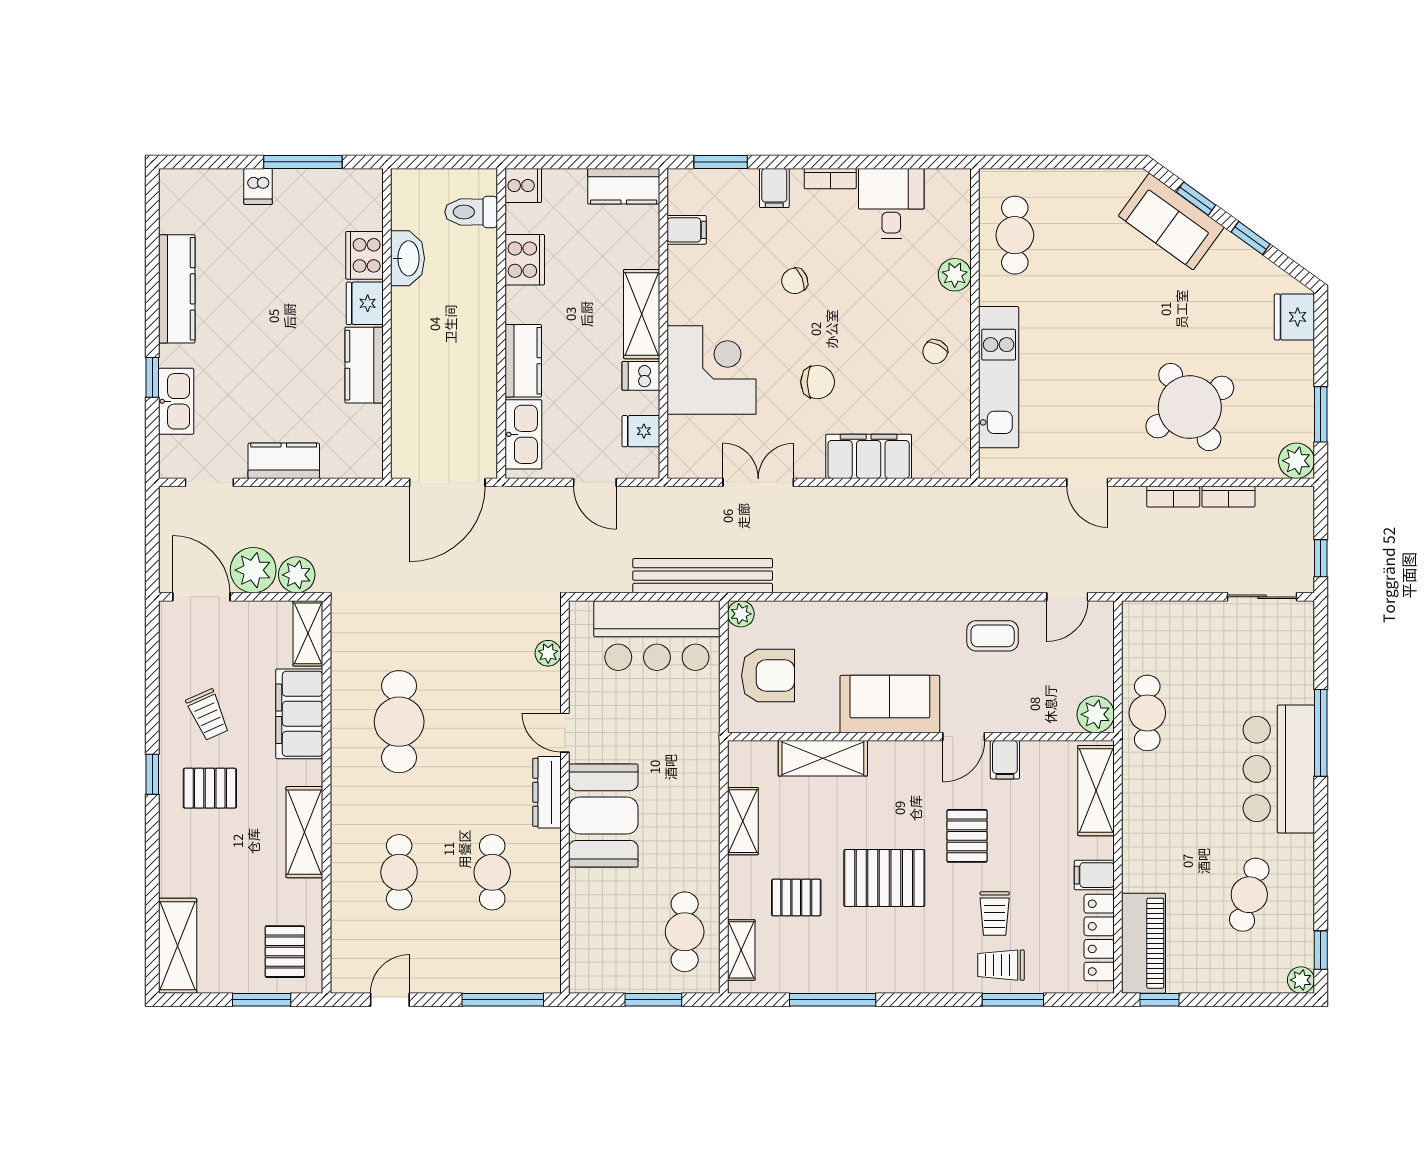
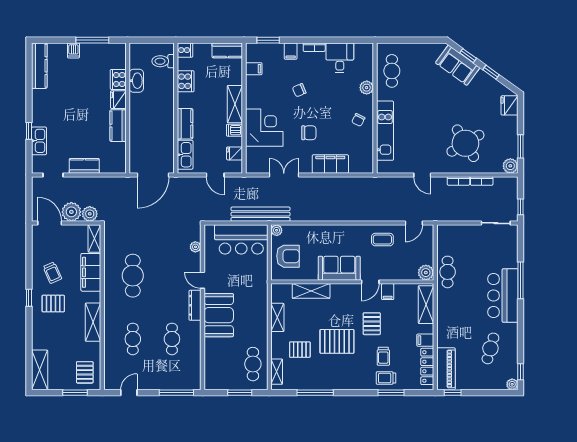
kitchen counter: (177, 289) -> (39, 66), moved

